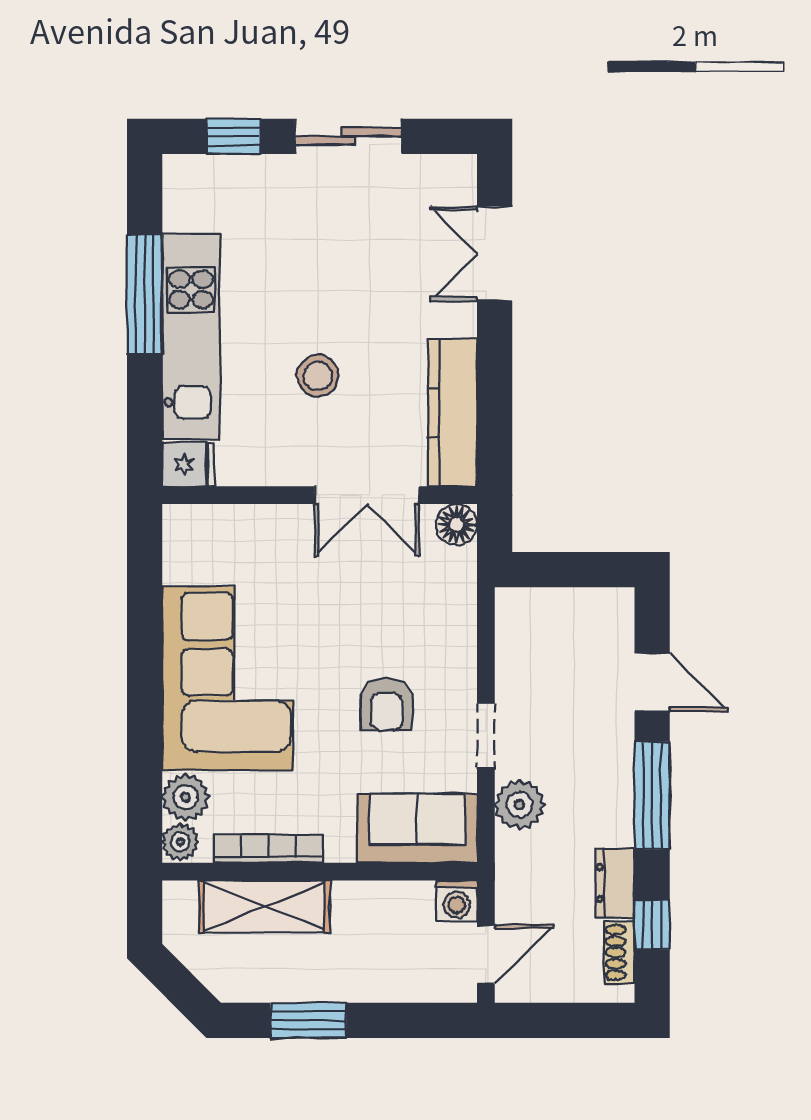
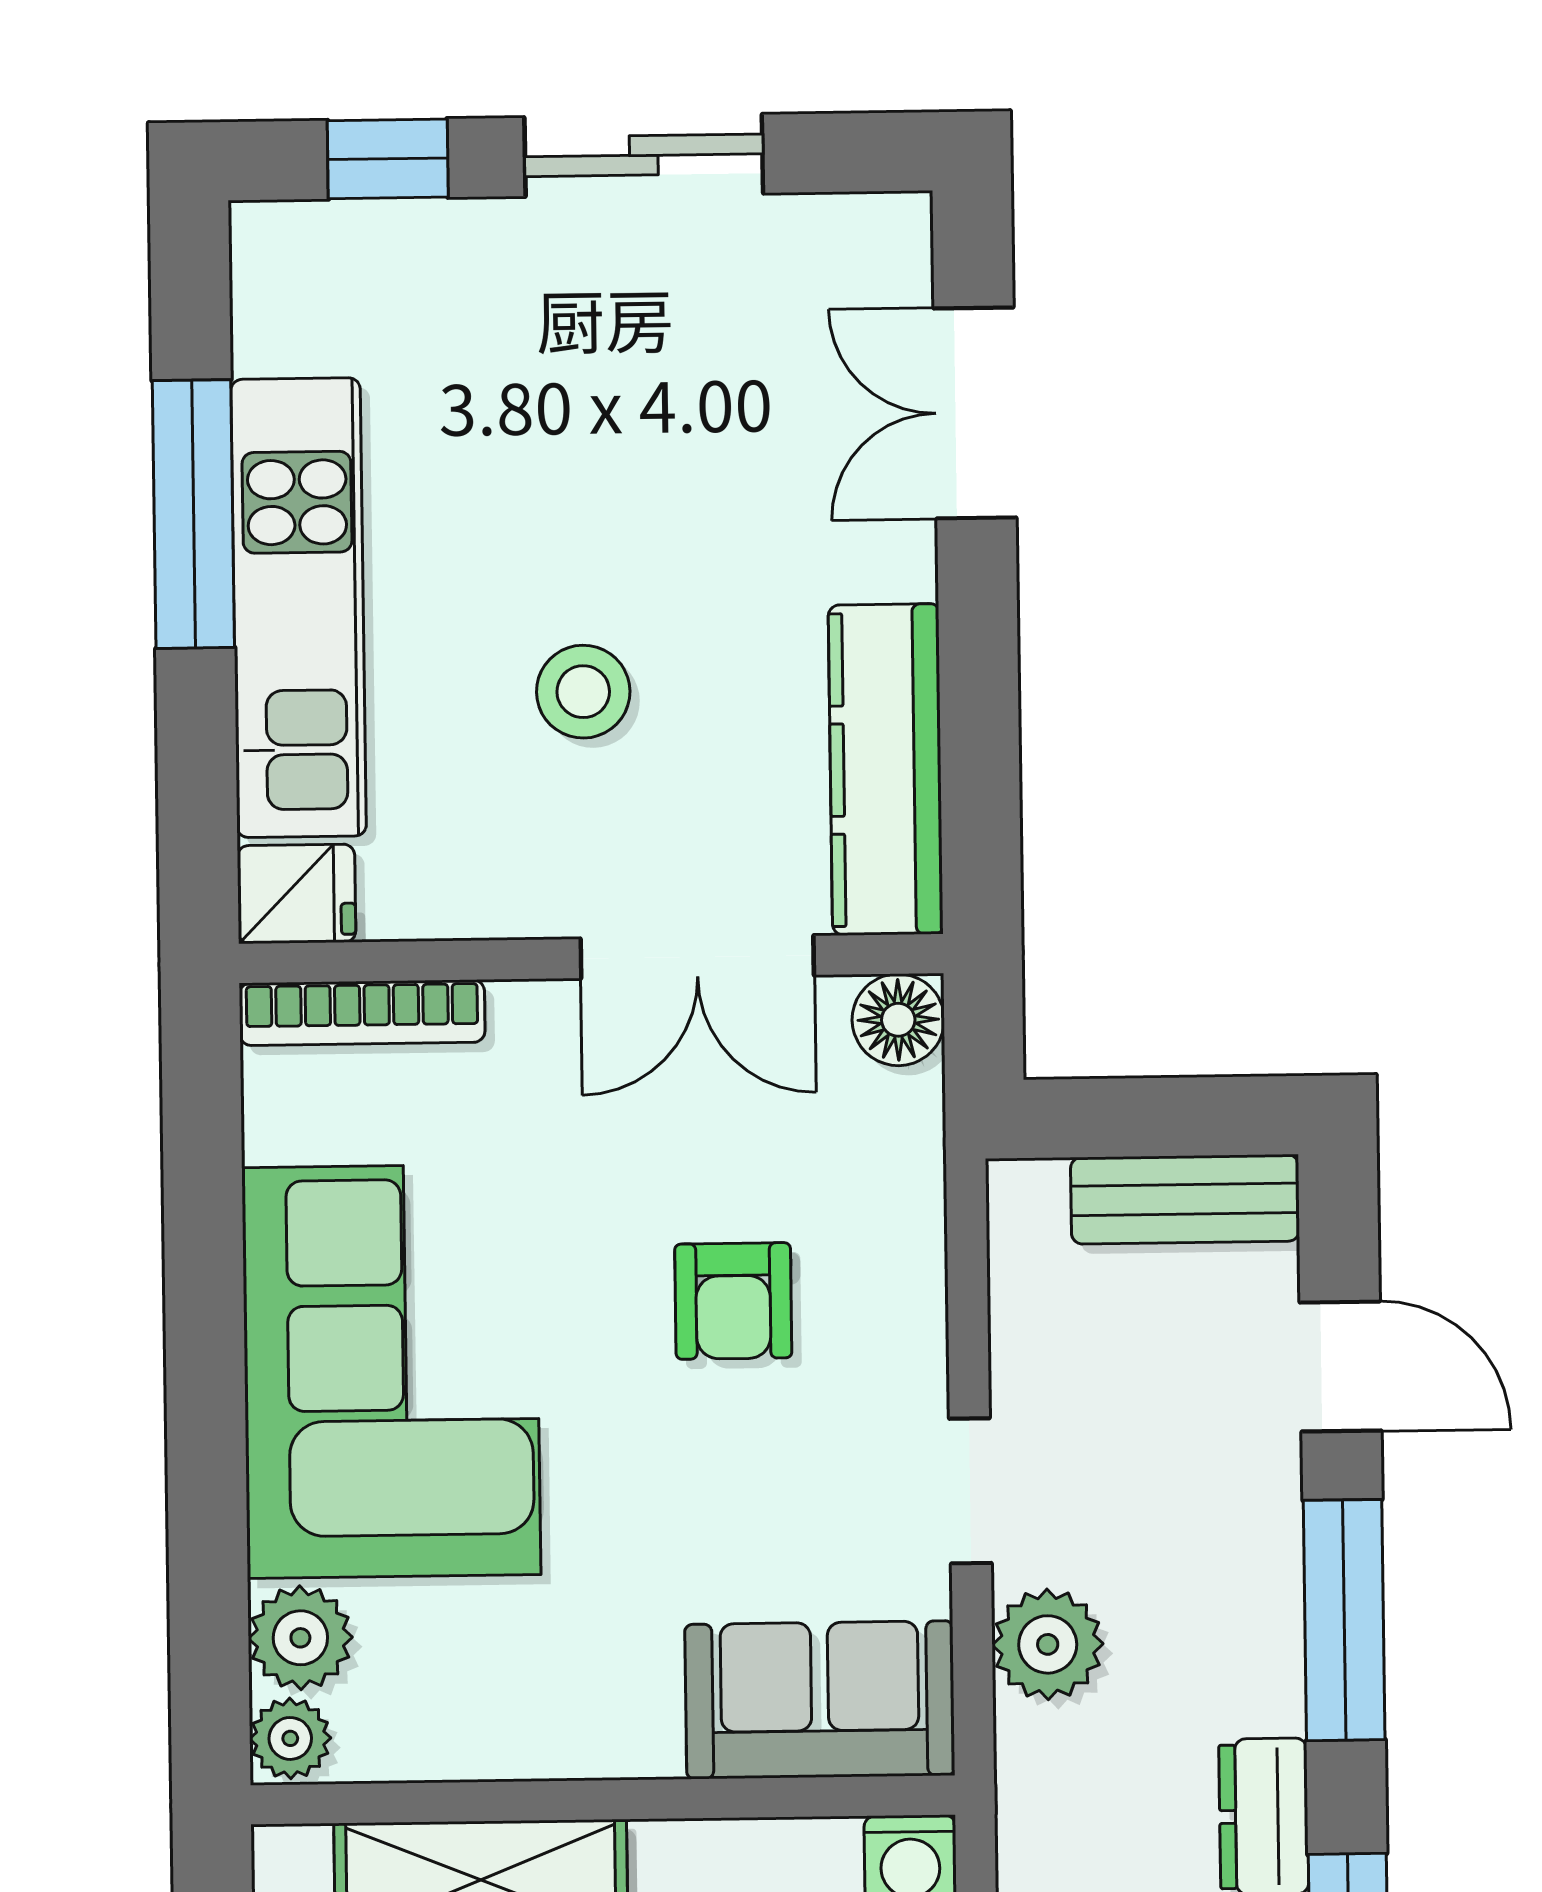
bench: (584, 607) -> (1185, 1199), added
armchair: (386, 704) -> (733, 1301), moved
bookcase: (268, 849) -> (362, 1013), moved, turned 180

